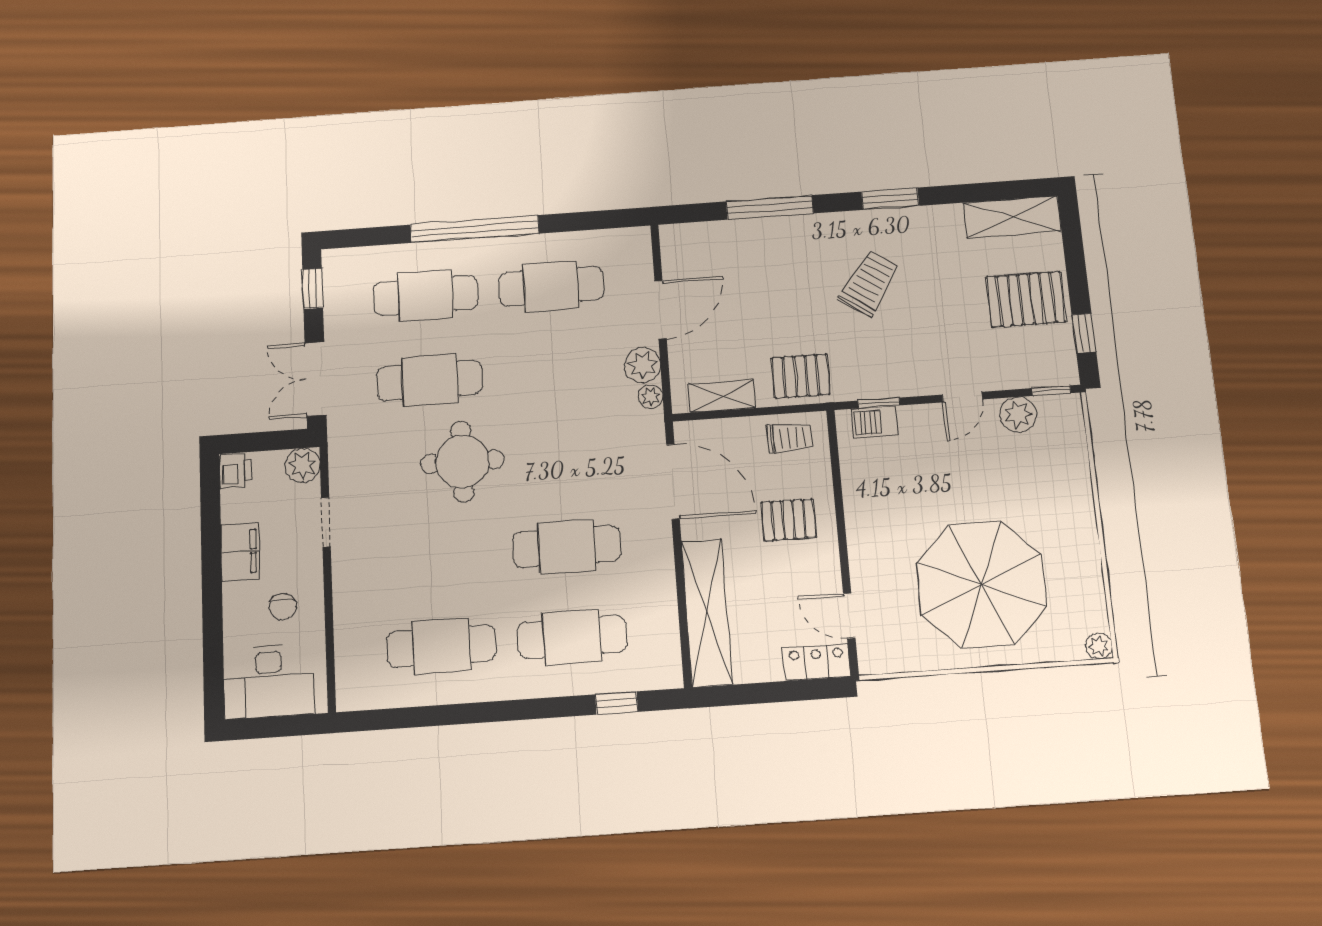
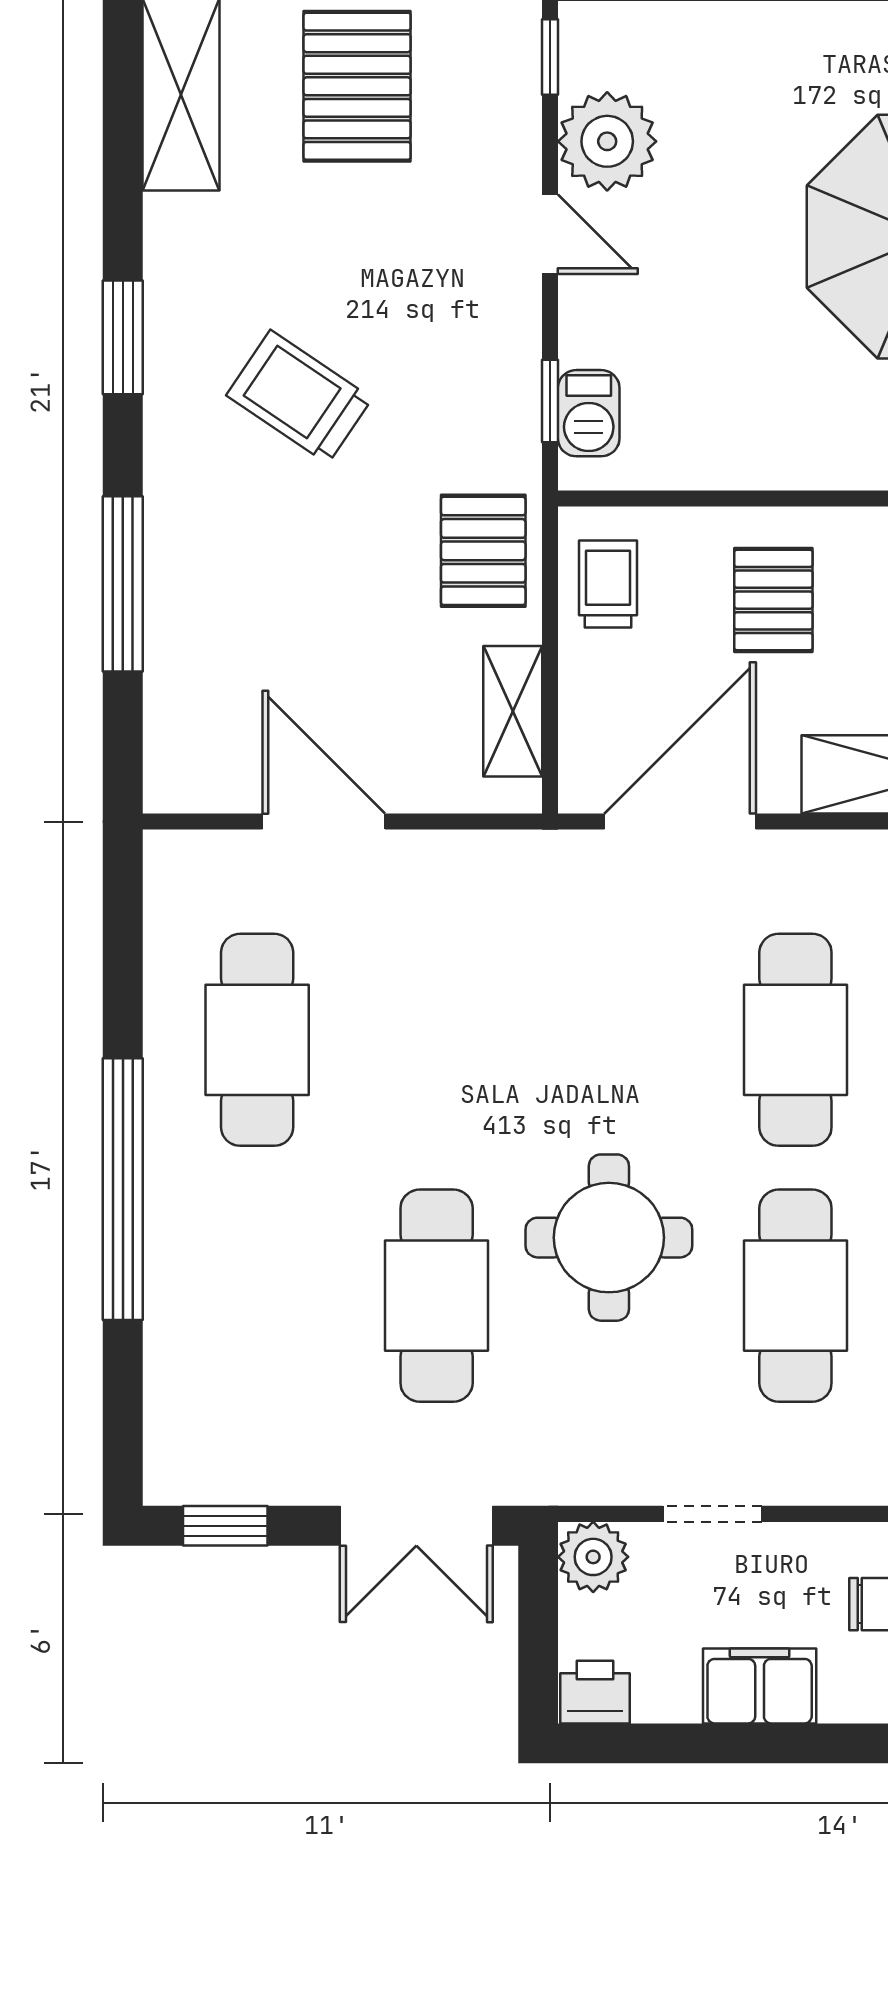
cafe table: (426, 295) -> (795, 1296), moved
plant: (642, 365) -> (437, 866), removed
plant: (651, 397) -> (503, 854), removed
plant: (1018, 415) -> (607, 141), width x1.36, depth x1.36

